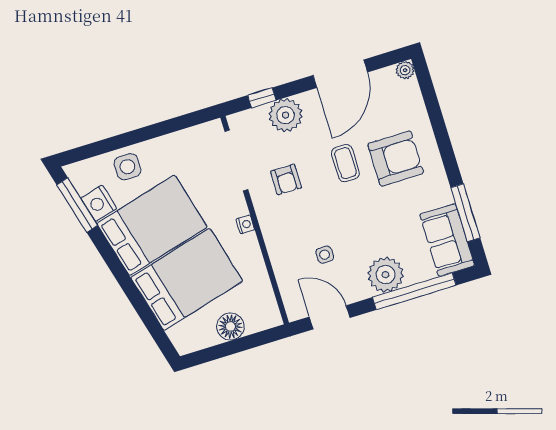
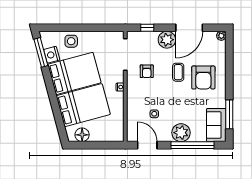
plant: (286, 115) -> (167, 40), moved
armchair: (396, 159) -> (203, 77), turned 90
floor lamp: (230, 327) -> (82, 135), moved

